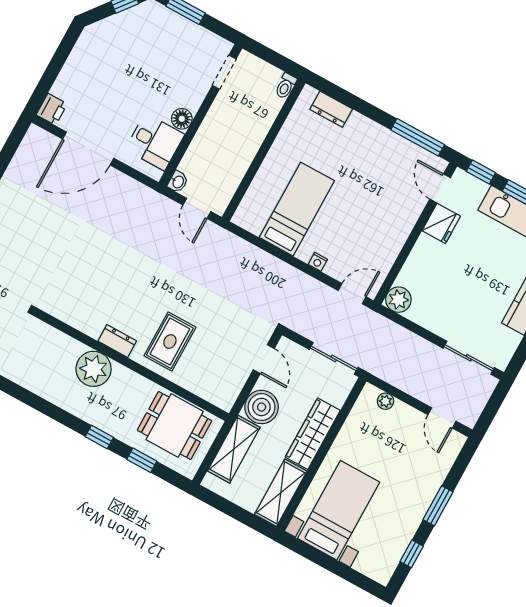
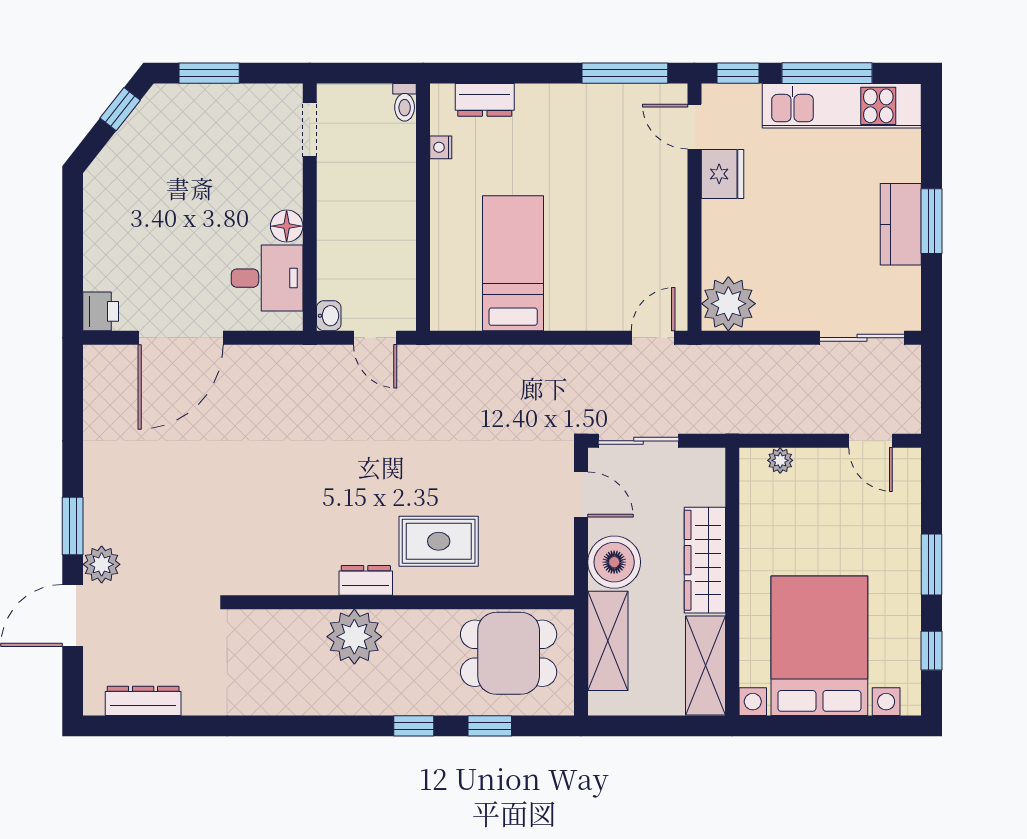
nightstand: (318, 262) -> (441, 147), moved, turned 90
plant: (398, 300) -> (728, 304), width x1.36, depth x1.36
rug: (170, 341) -> (439, 541), turned 90
sliding door: (334, 358) -> (638, 441), moved
bed with nightstands: (339, 510) -> (819, 646), width x1.36

